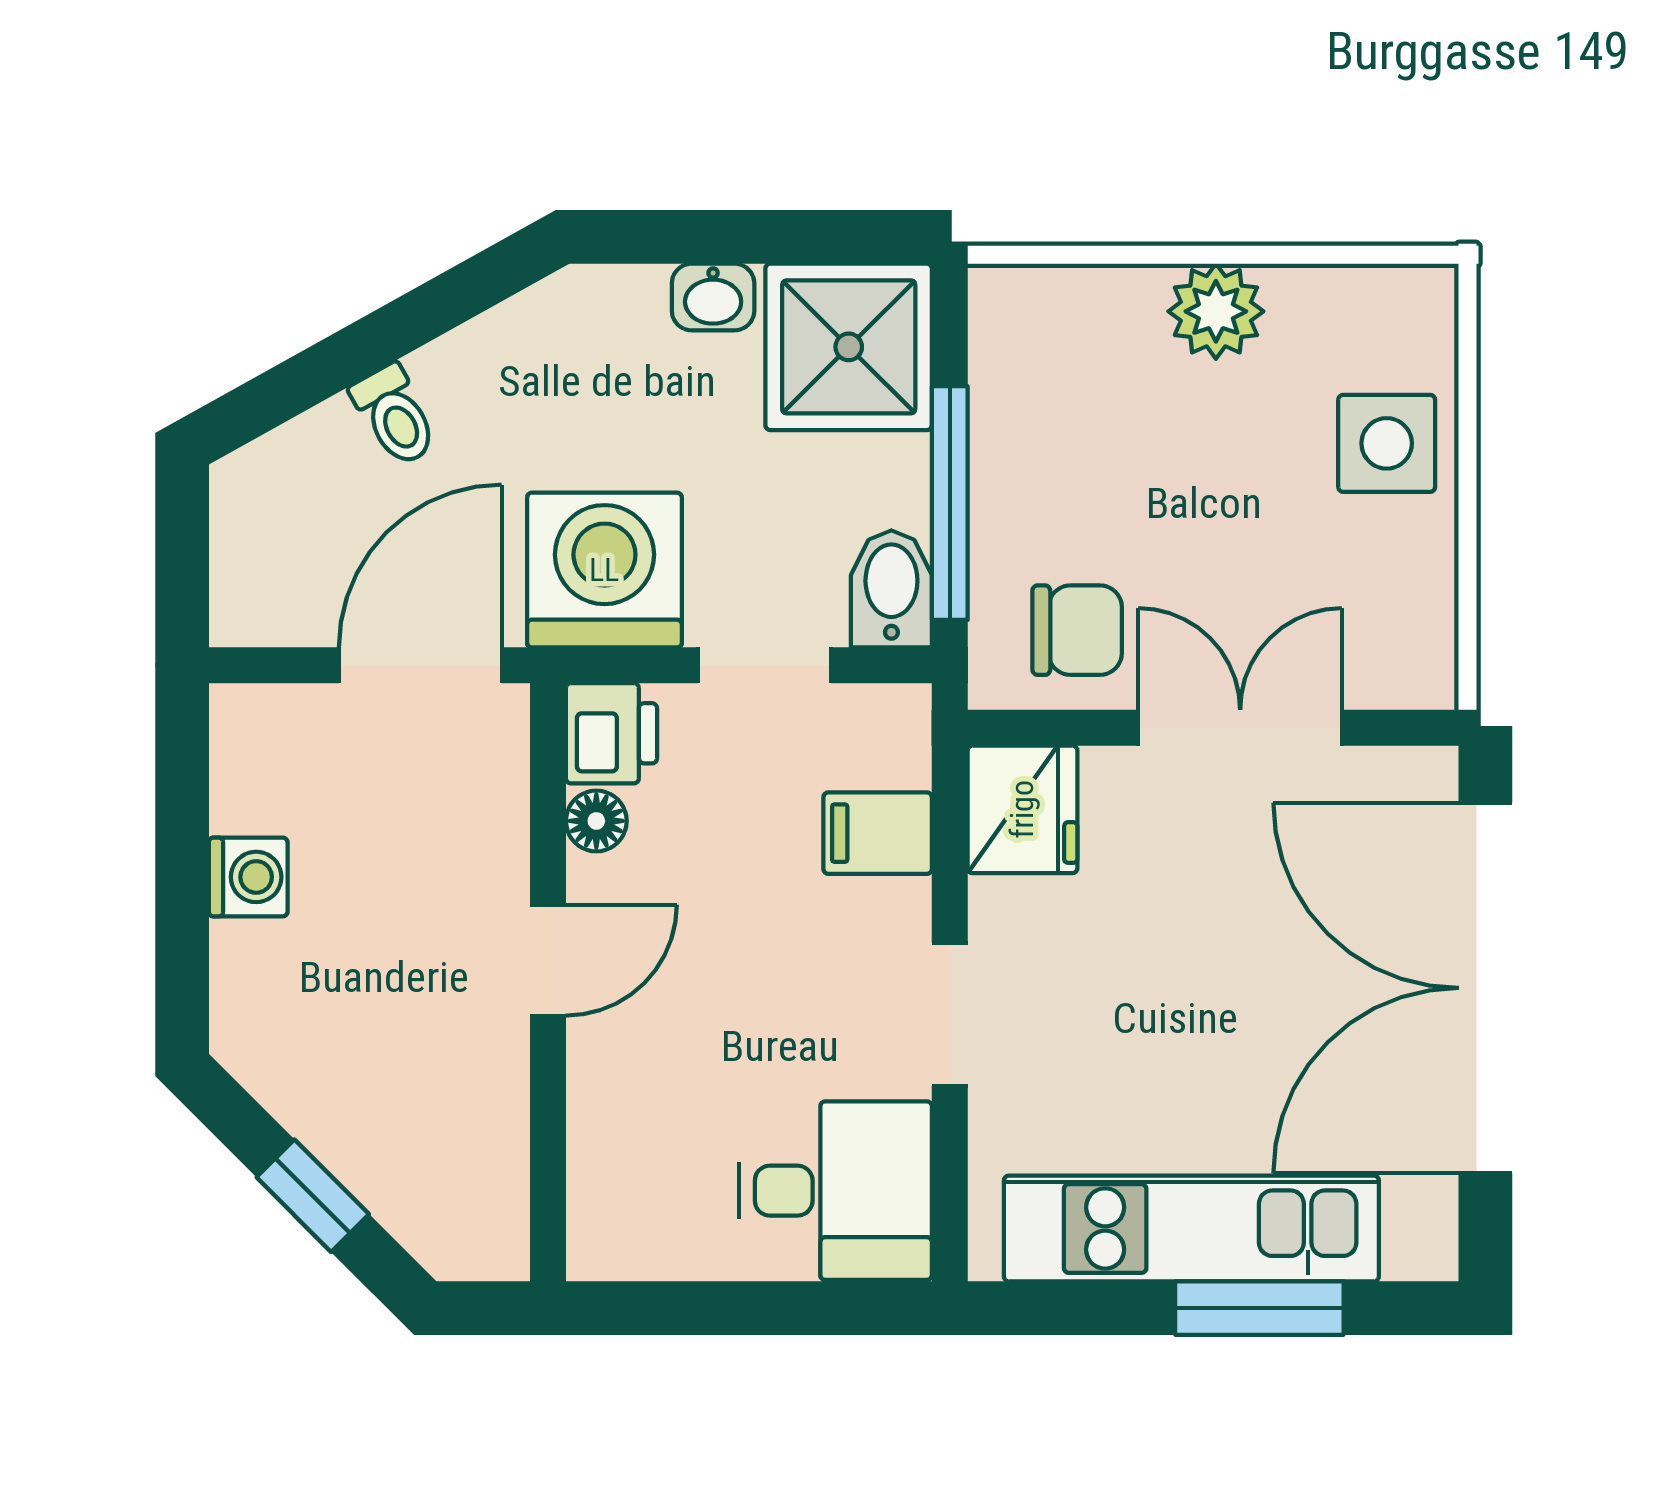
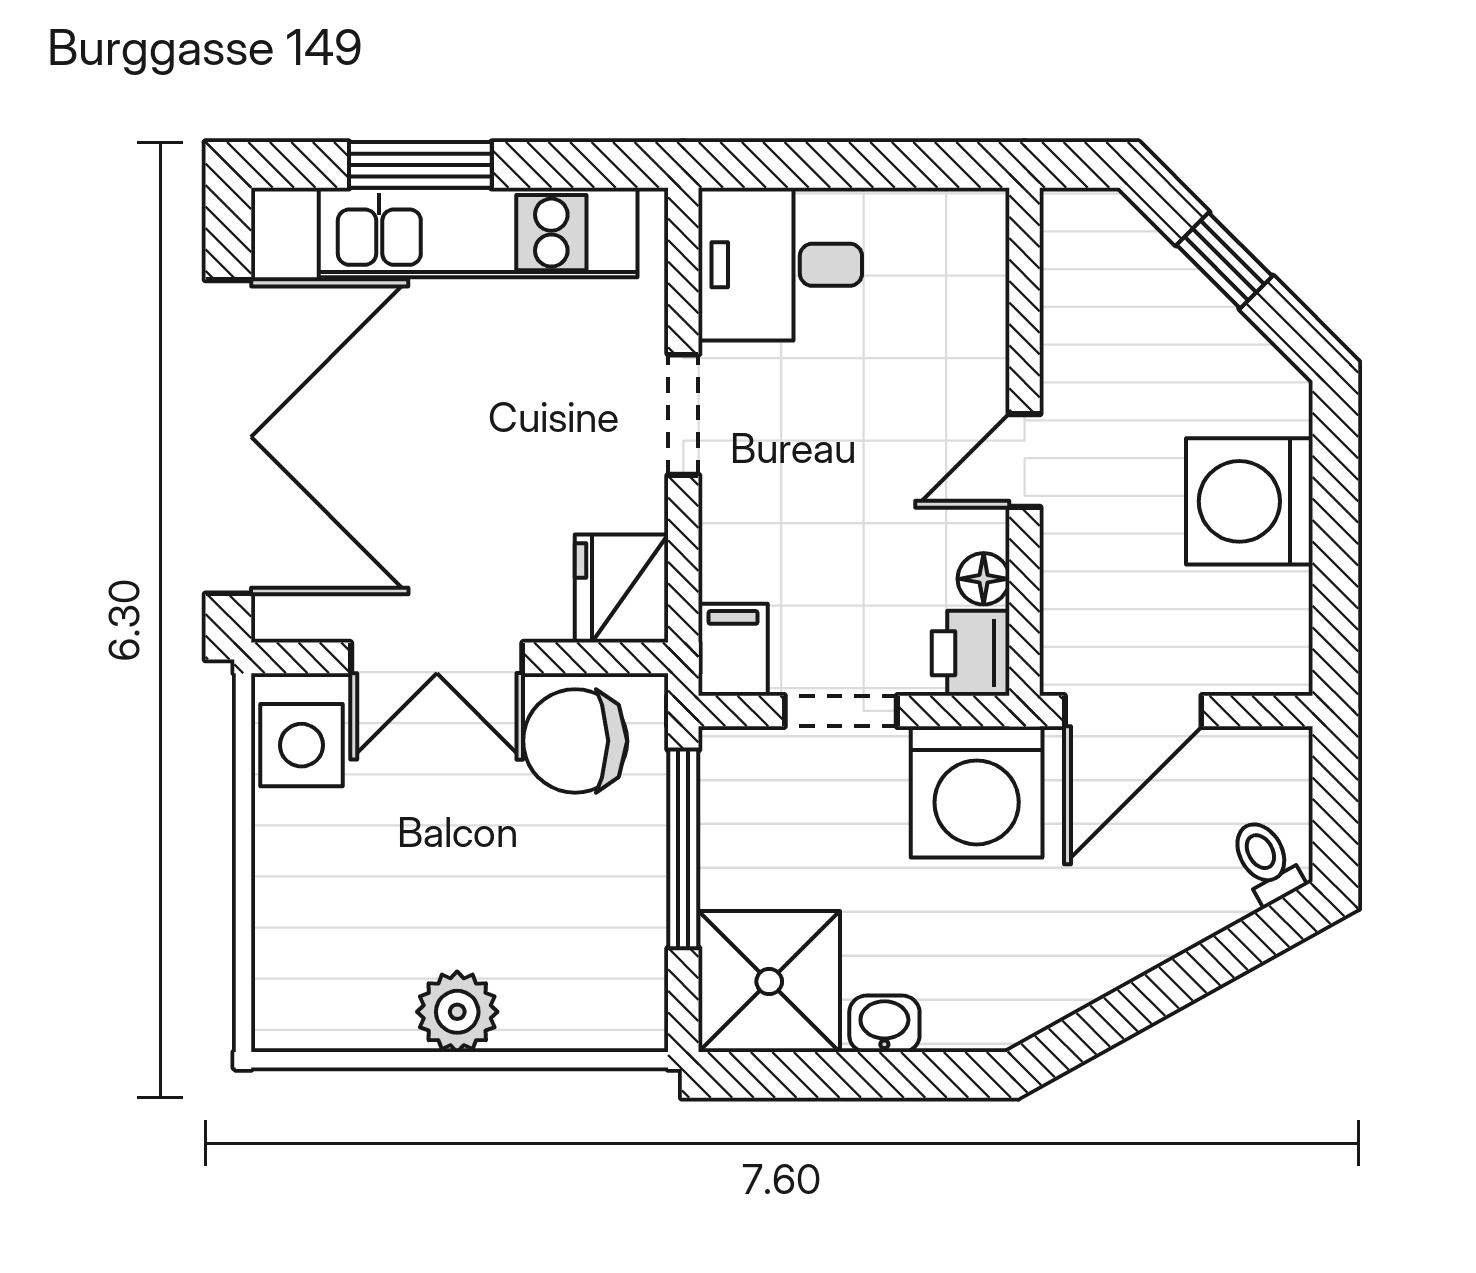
toilet: (395, 415) -> (1266, 861), moved
side table: (1387, 443) -> (301, 745), moved
bidet: (891, 589) -> (733, 776), removed
chair: (1077, 630) -> (575, 741), width x1.37, depth x1.37
filing cabinet: (878, 833) -> (733, 650), moved, turned -90
washing machine: (248, 877) -> (1249, 501), width x1.89, depth x1.89

